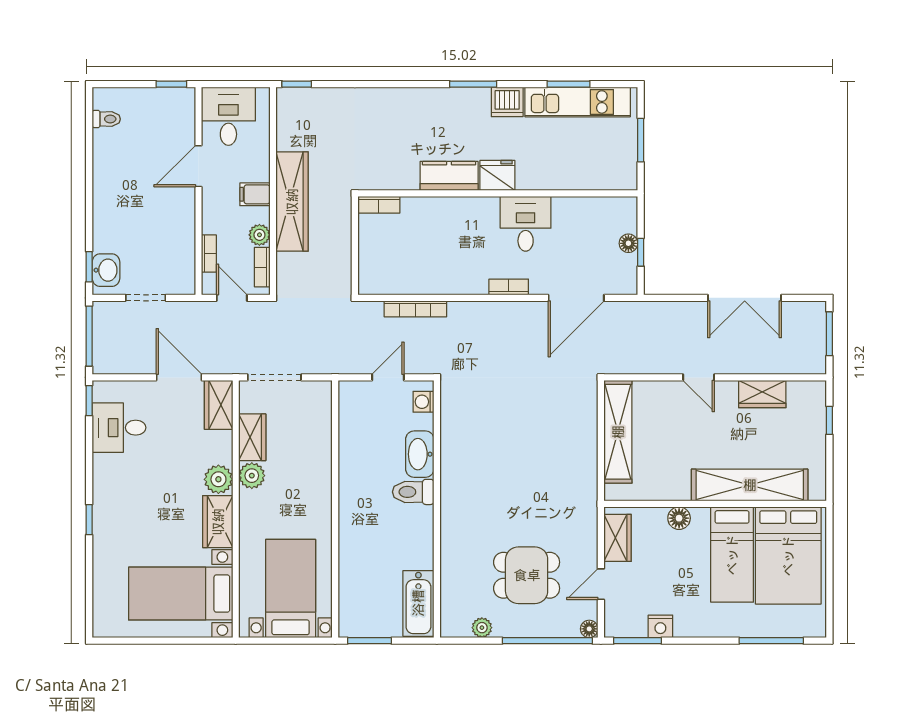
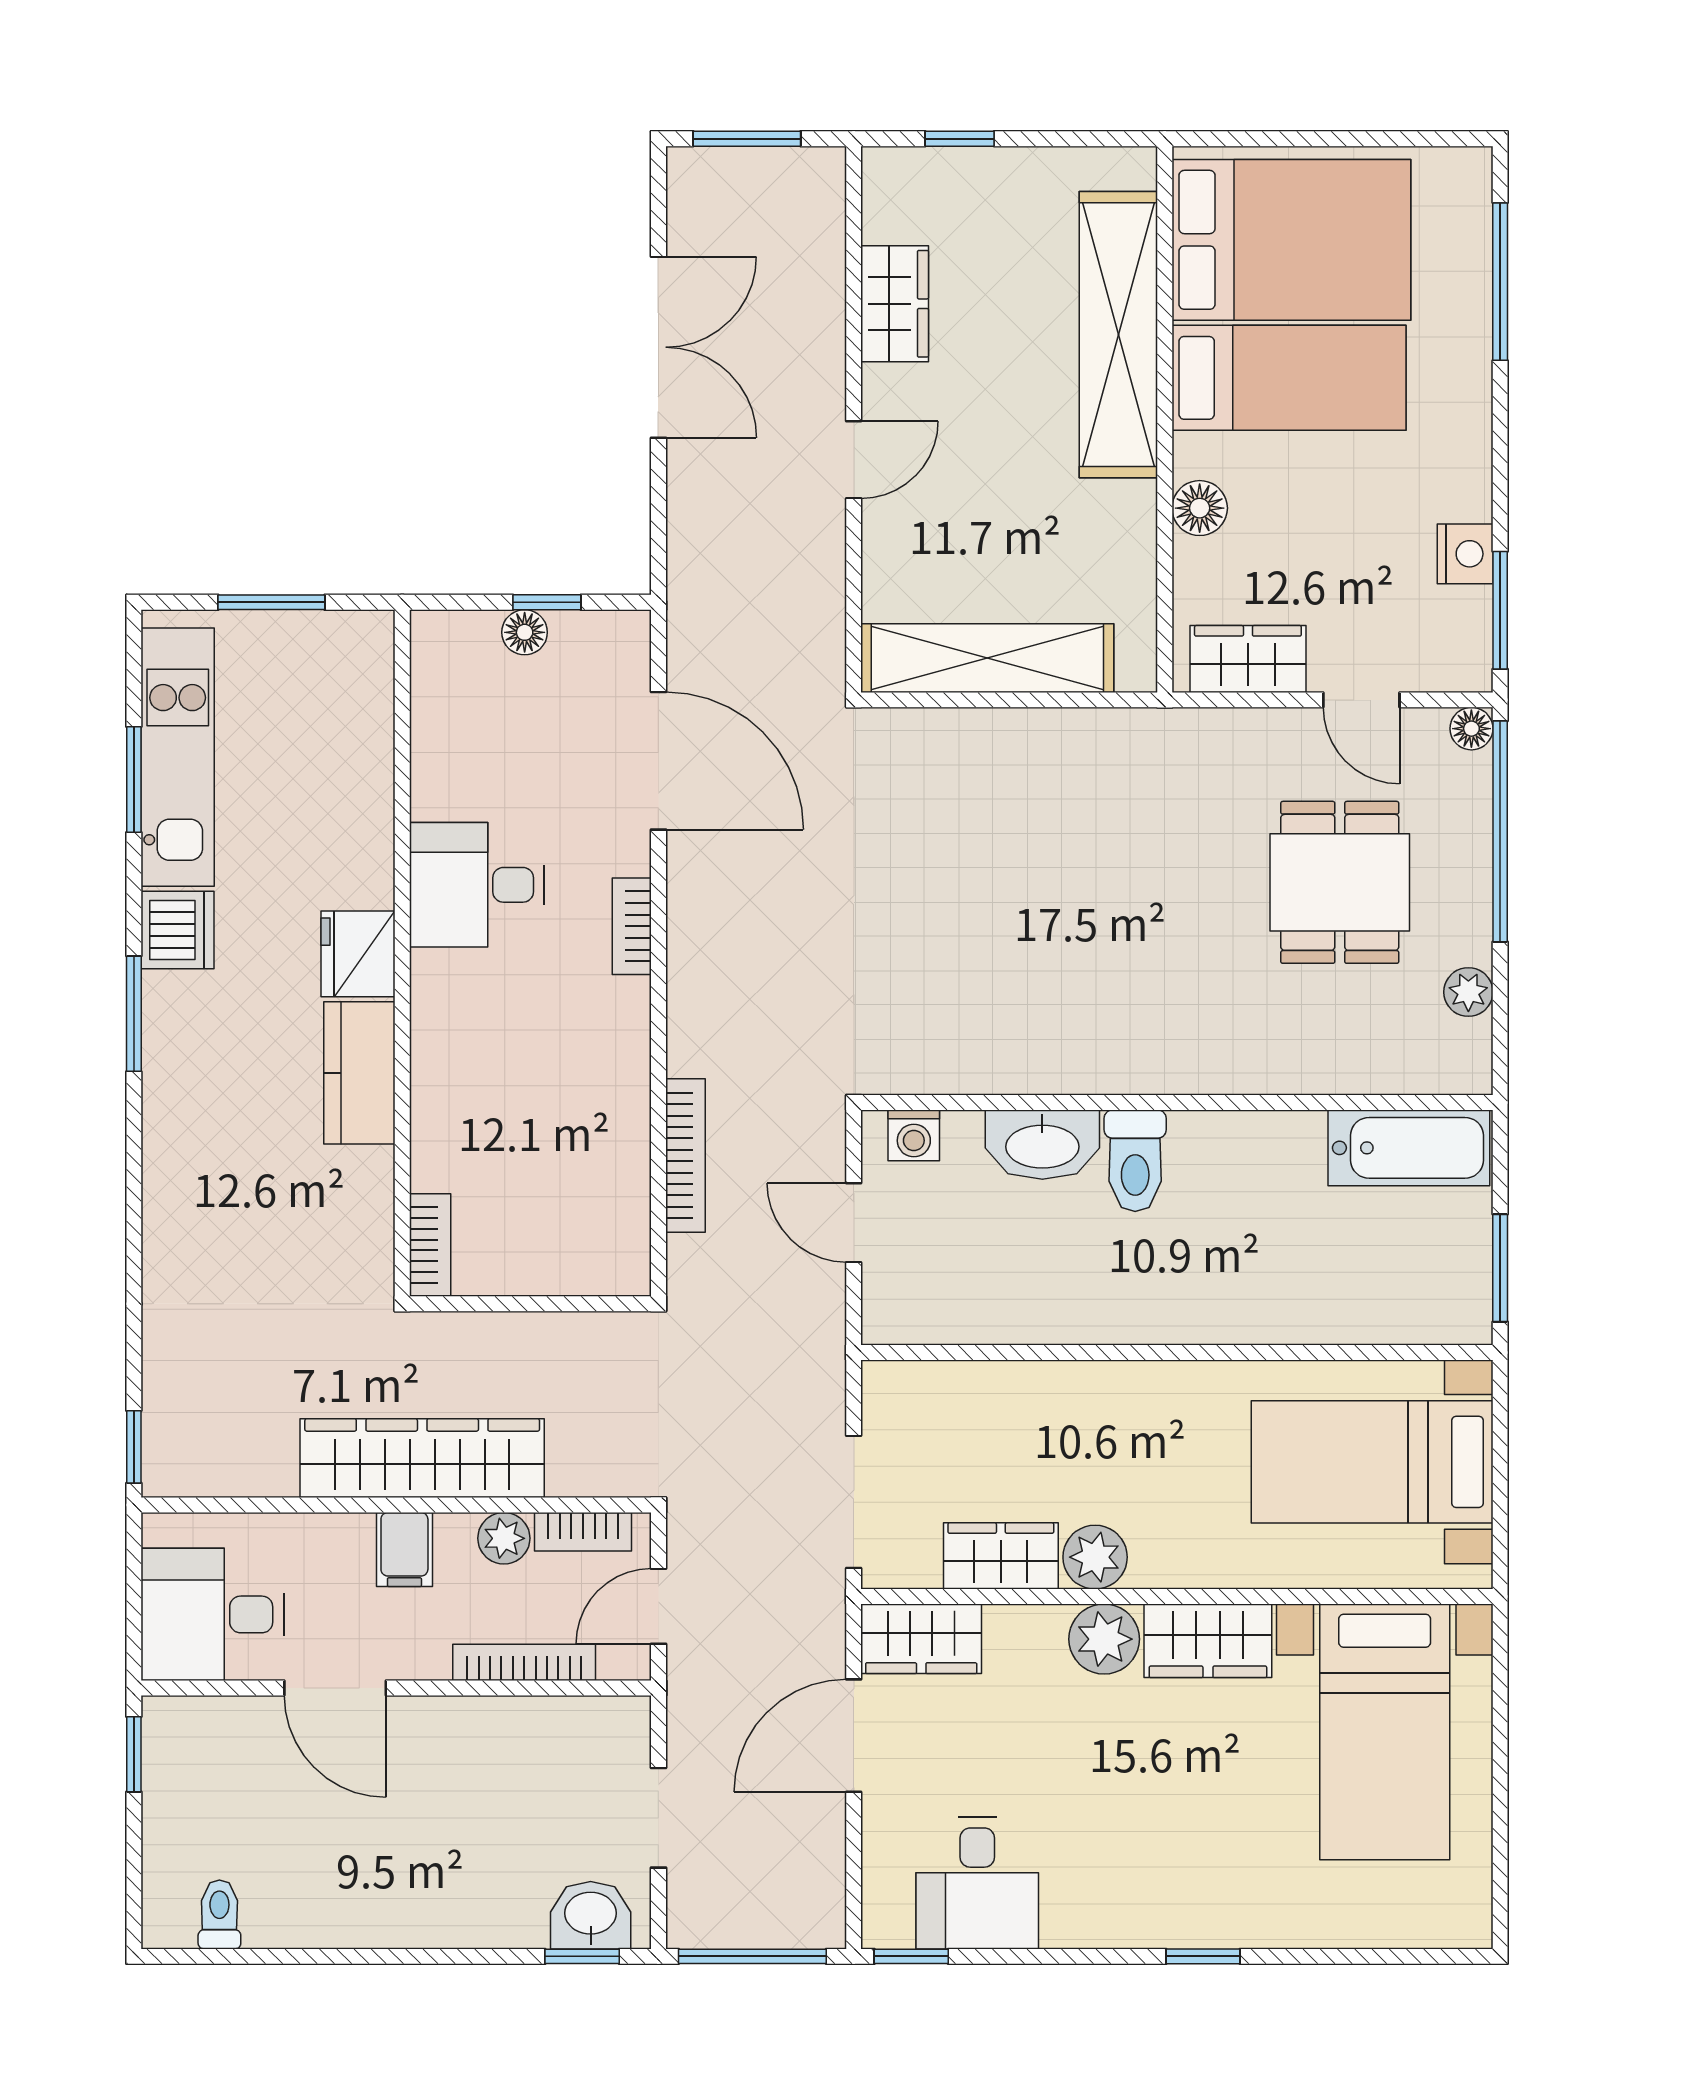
bookcase: (209, 254) -> (524, 1662), width x1.56

